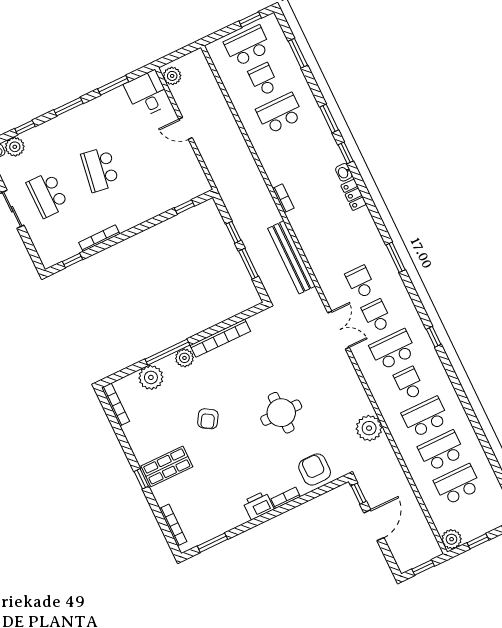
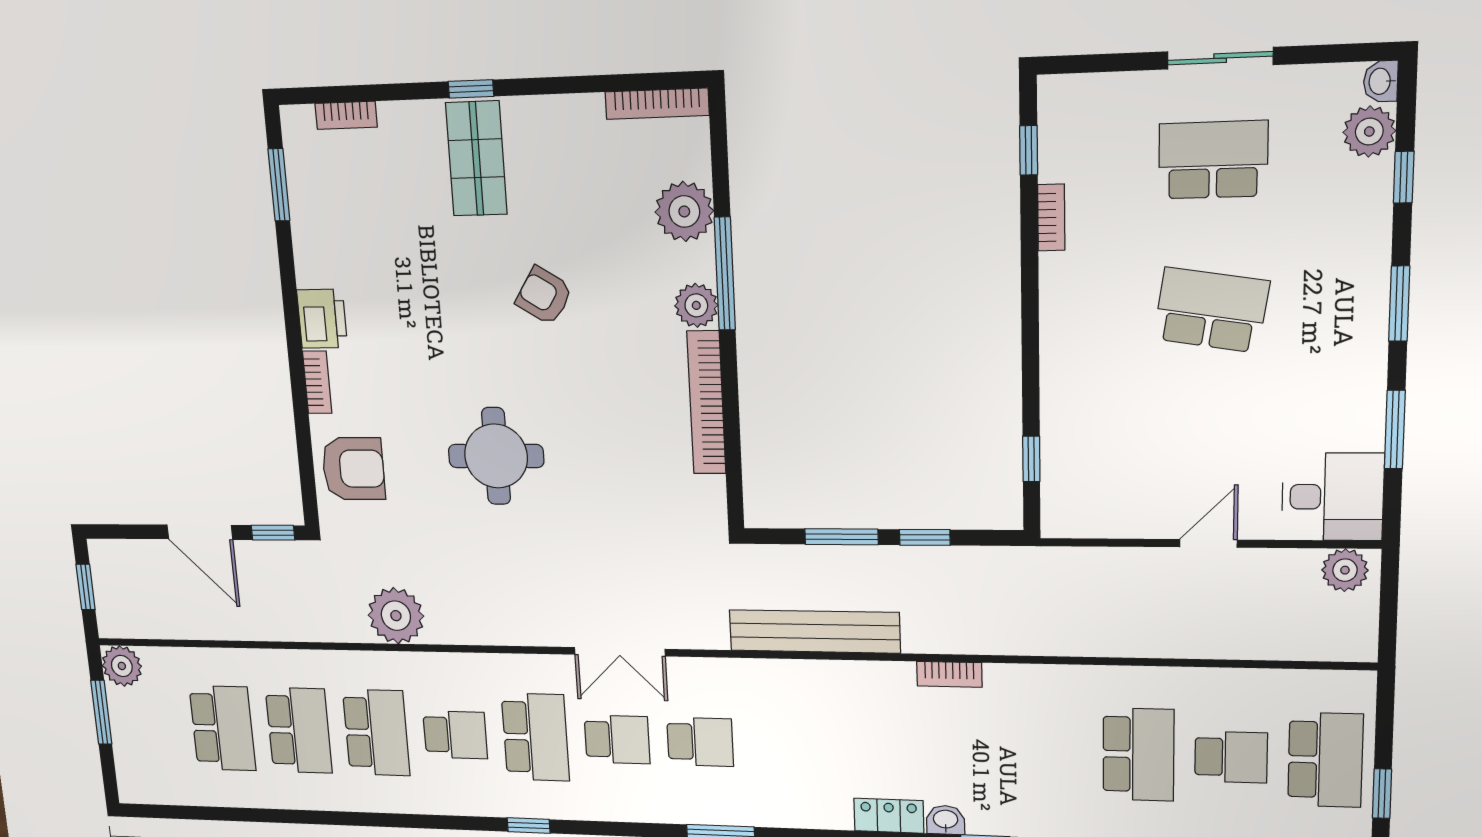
bookcase: (99, 238) -> (1051, 217), width x0.64
bookcase: (173, 525) -> (346, 115), width x0.64
window: (478, 541) -> (101, 712), width x1.50

